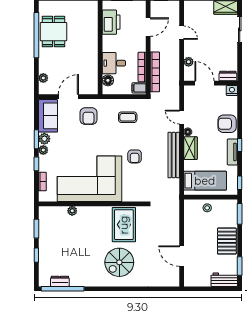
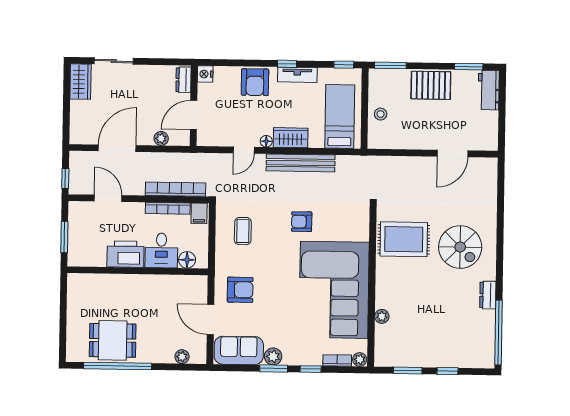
printer: (111, 22) -> (125, 254), moved
door: (182, 33) -> (117, 148), width x1.87
plant: (43, 150) -> (360, 359), moved
armchair: (135, 156) -> (302, 222), turned 180
dresser: (60, 281) -> (488, 295), moved

